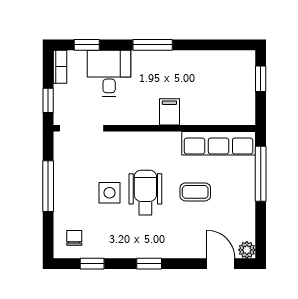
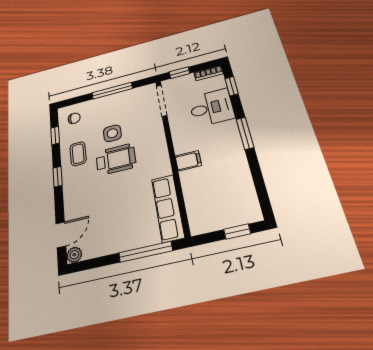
coffee table: (195, 192) -> (78, 154), moved

